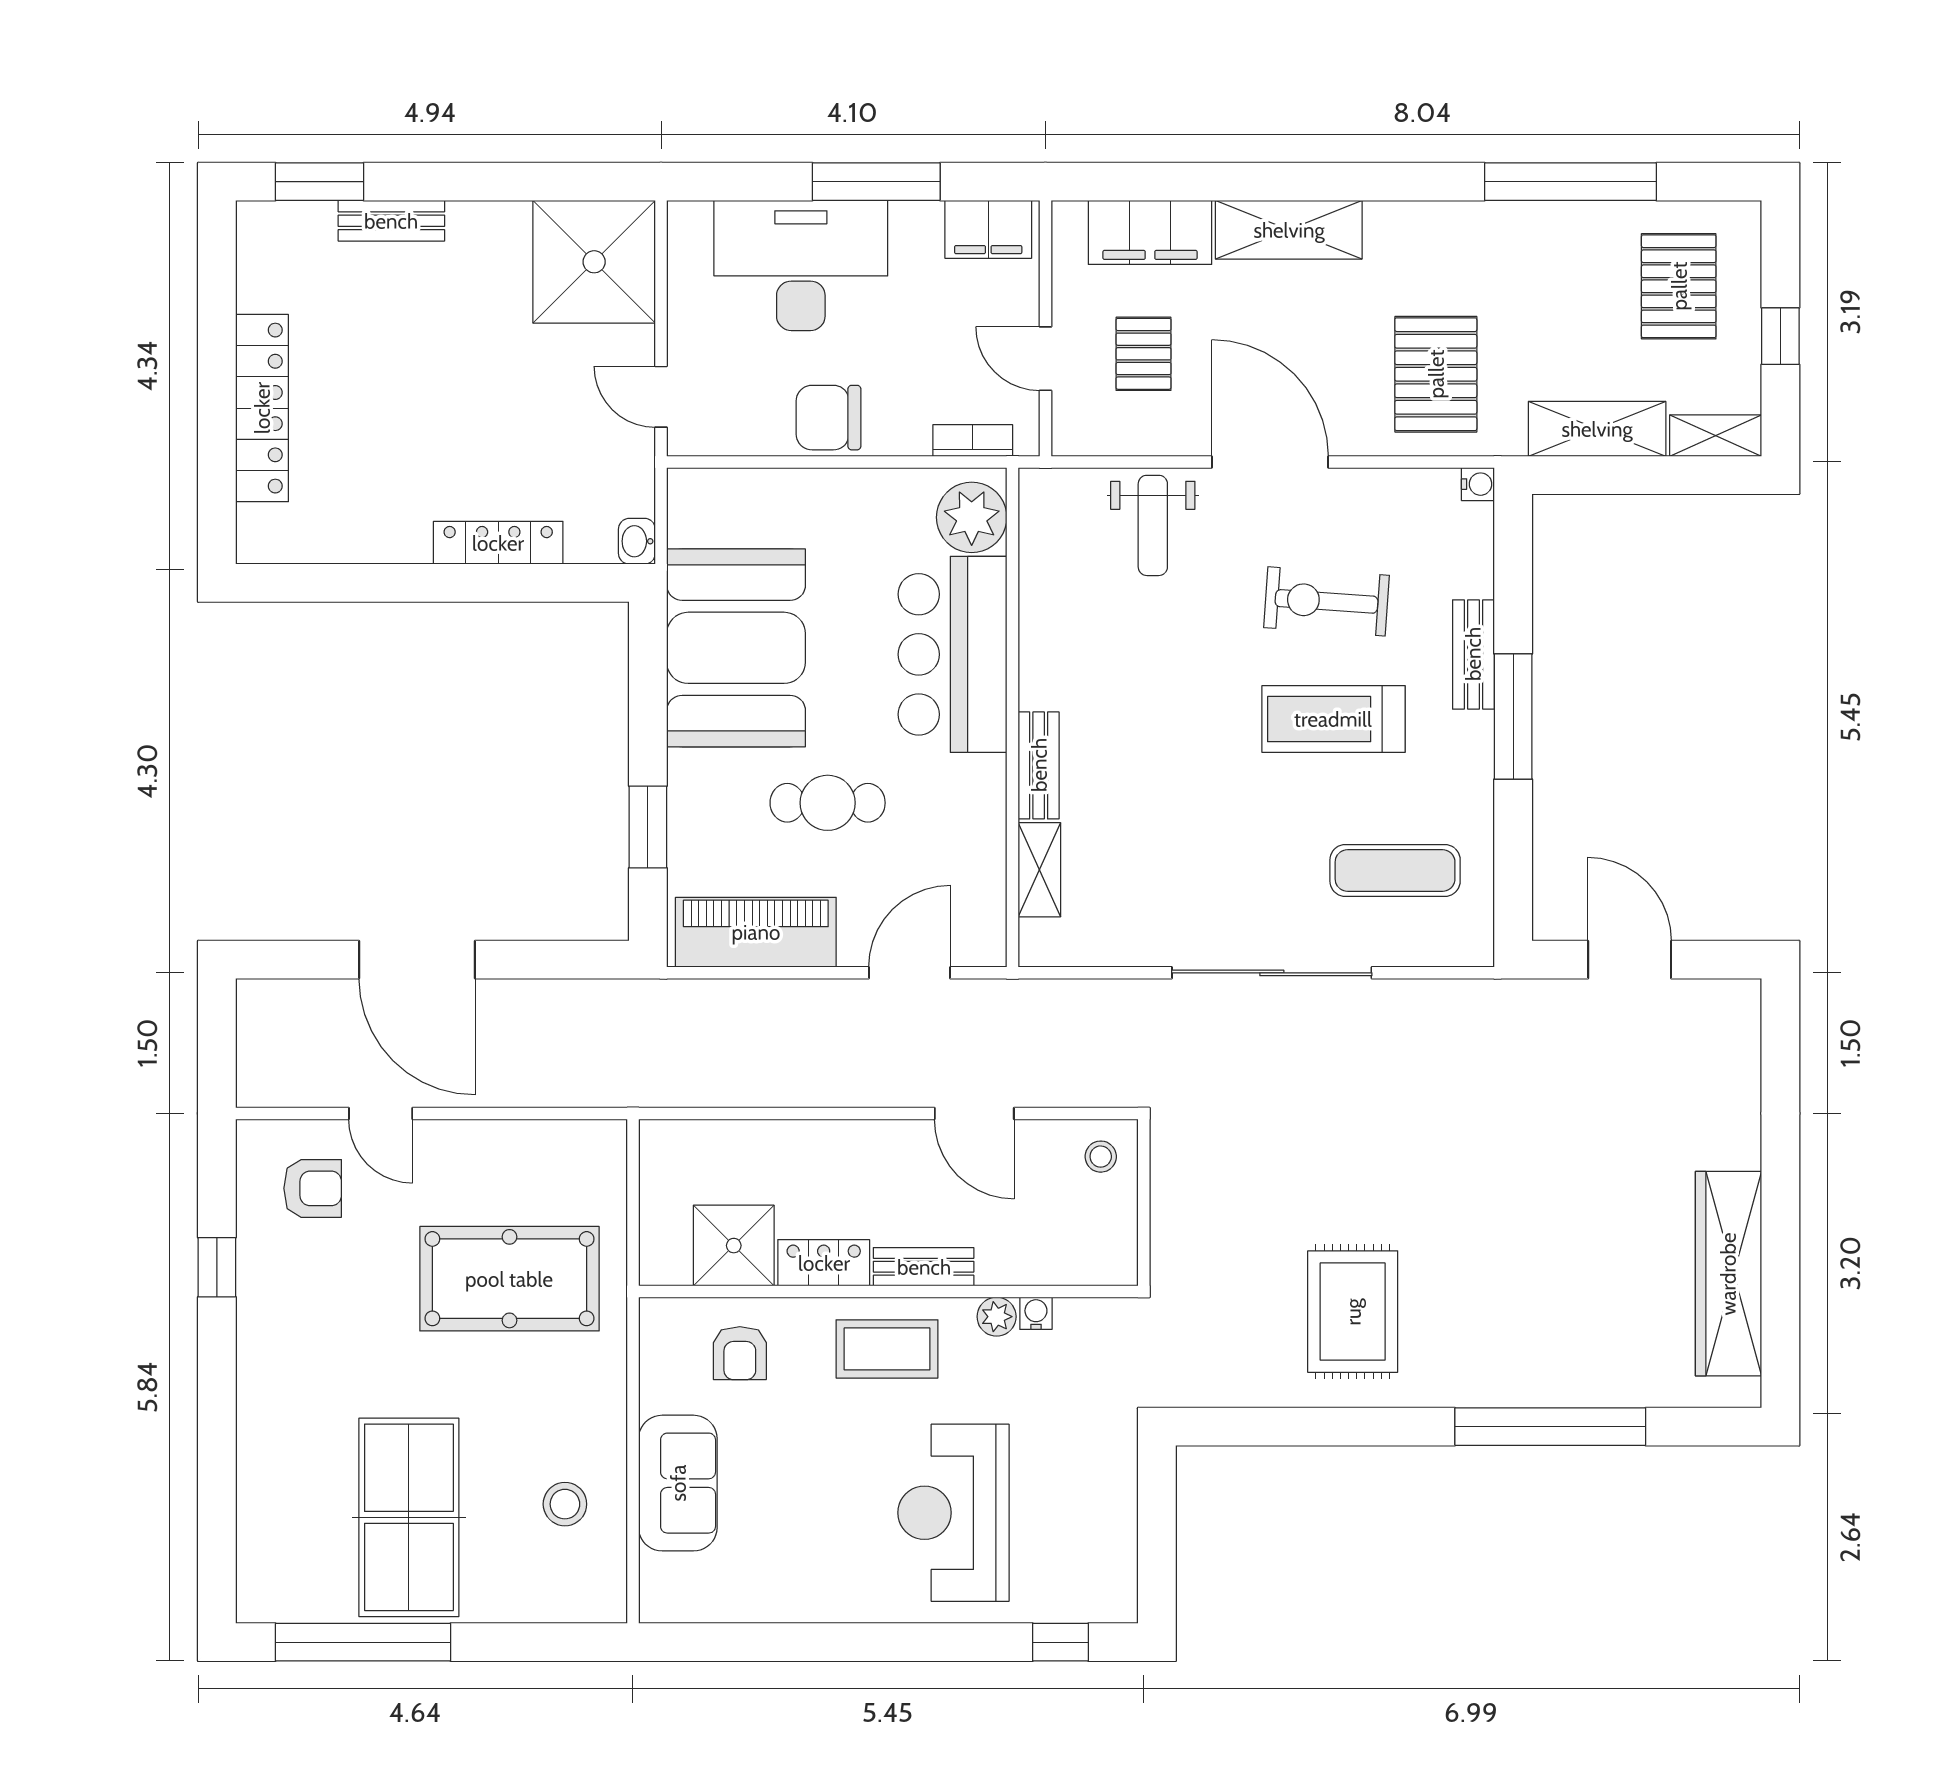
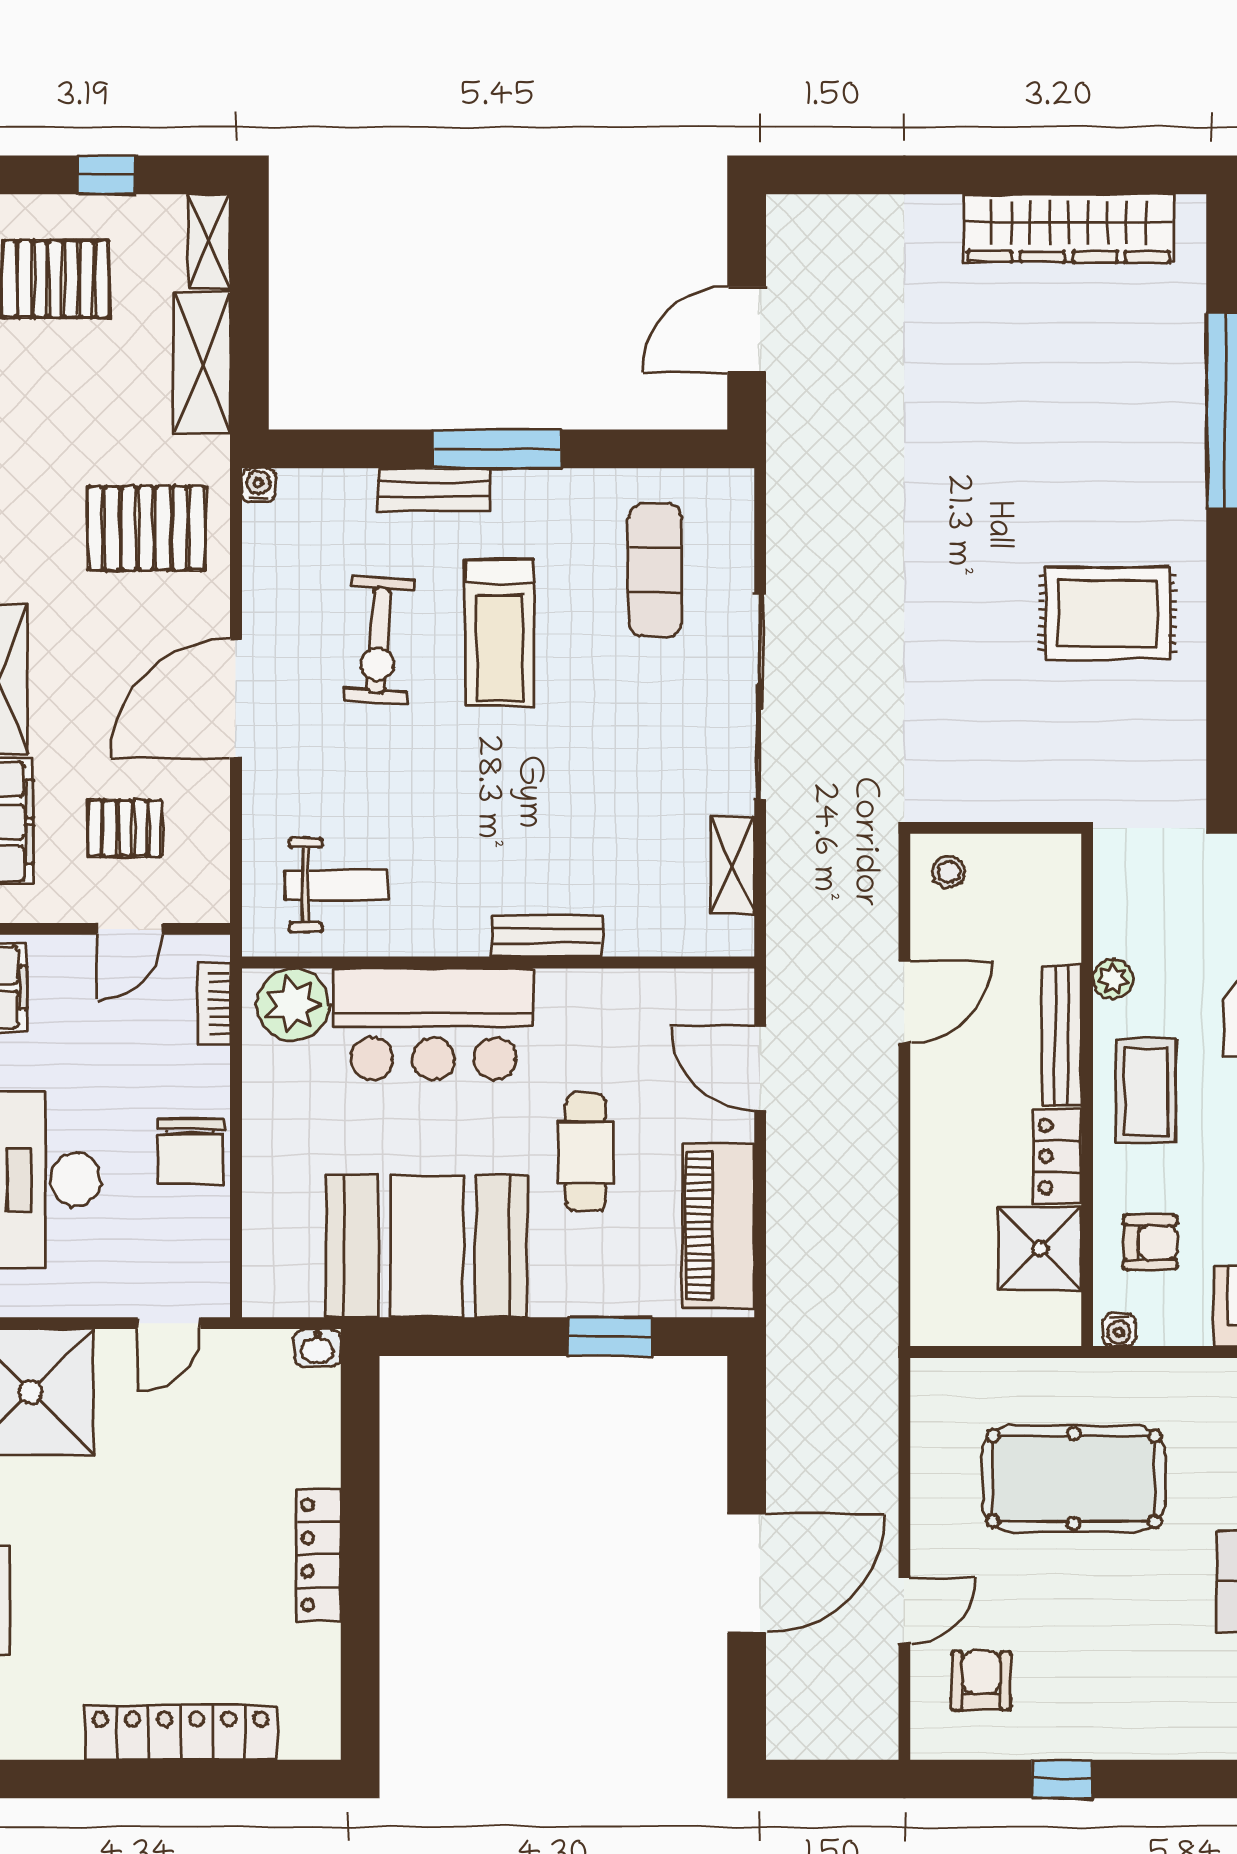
weight bench: (1153, 525) -> (337, 885), moved
locker: (498, 543) -> (319, 1555), moved
shelving: (1039, 870) -> (733, 865), moved, turned 90
bench: (924, 1267) -> (1062, 1035), width x1.36
pool table: (509, 1279) -> (1074, 1479), turned 90
water cooler: (1036, 1313) -> (1119, 1330), moved, turned -90

